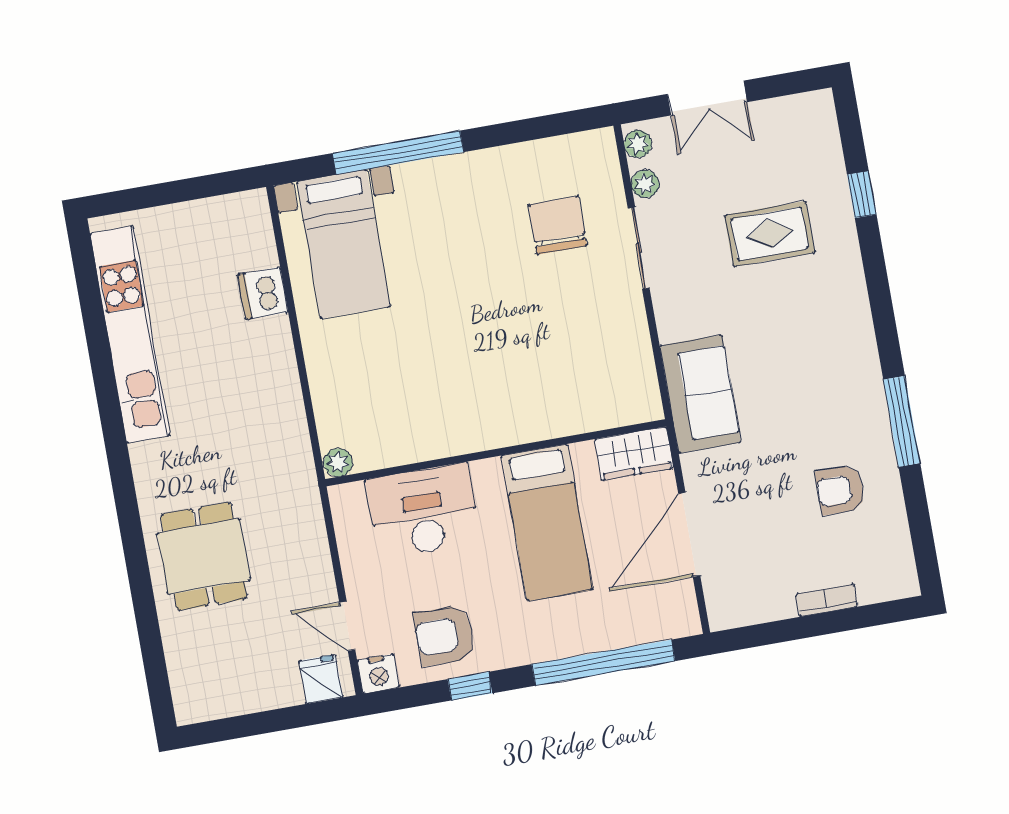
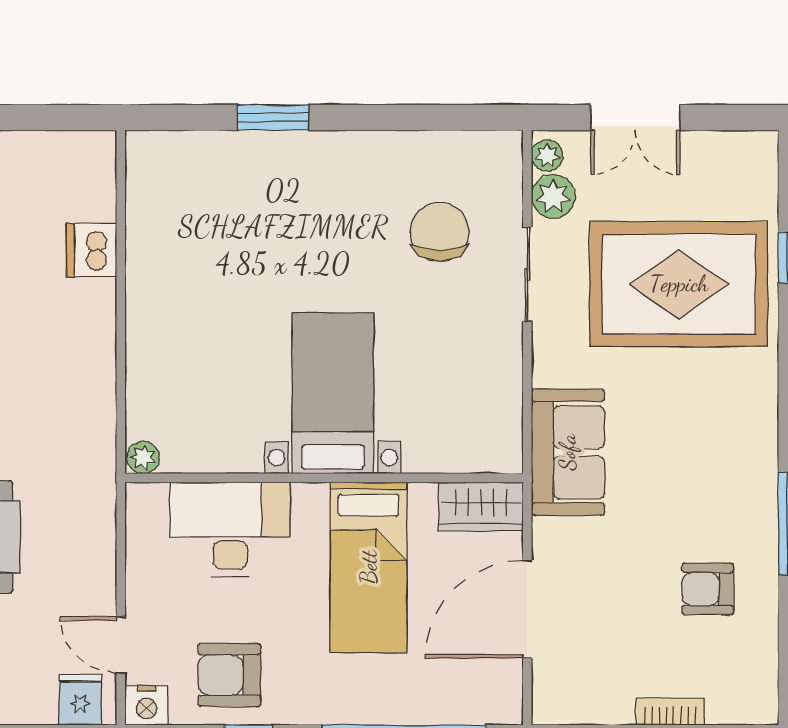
window: (398, 153) -> (273, 118), width x0.47
plant: (645, 184) -> (553, 197), width x1.38, depth x1.38
rug: (770, 234) -> (679, 284), width x1.86, depth x2.06
bed with nightstands: (343, 244) -> (333, 393), moved, turned 180

